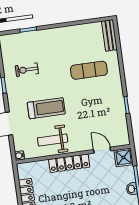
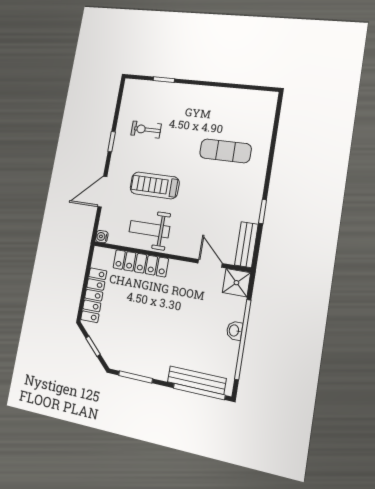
bench: (109, 35) -> (246, 245), moved
treadmill: (46, 108) -> (155, 185), turned 180
locker: (69, 163) -> (141, 263), moved

